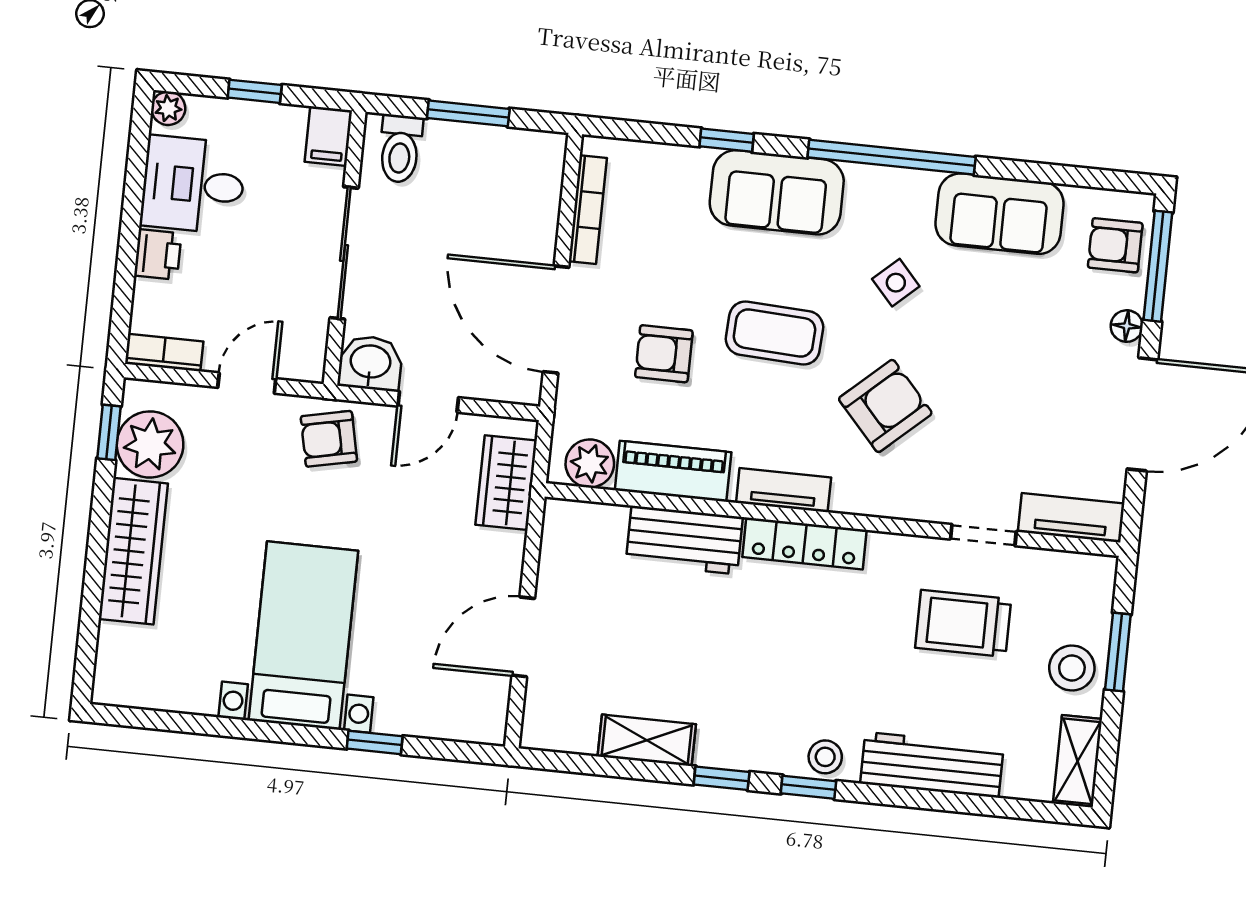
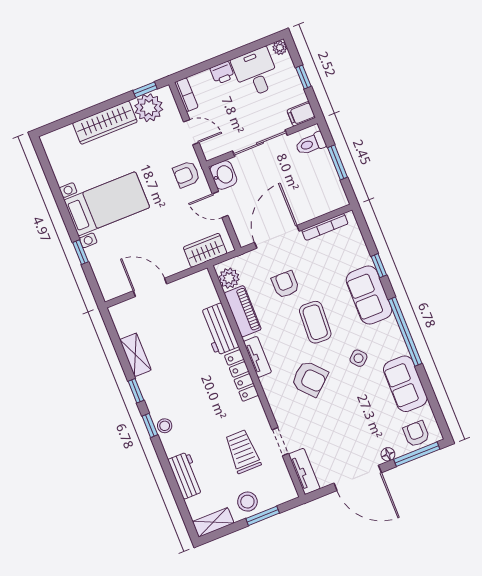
armchair: (329, 439) -> (186, 174), turned -78
workbench: (932, 765) -> (186, 475), width x0.73

